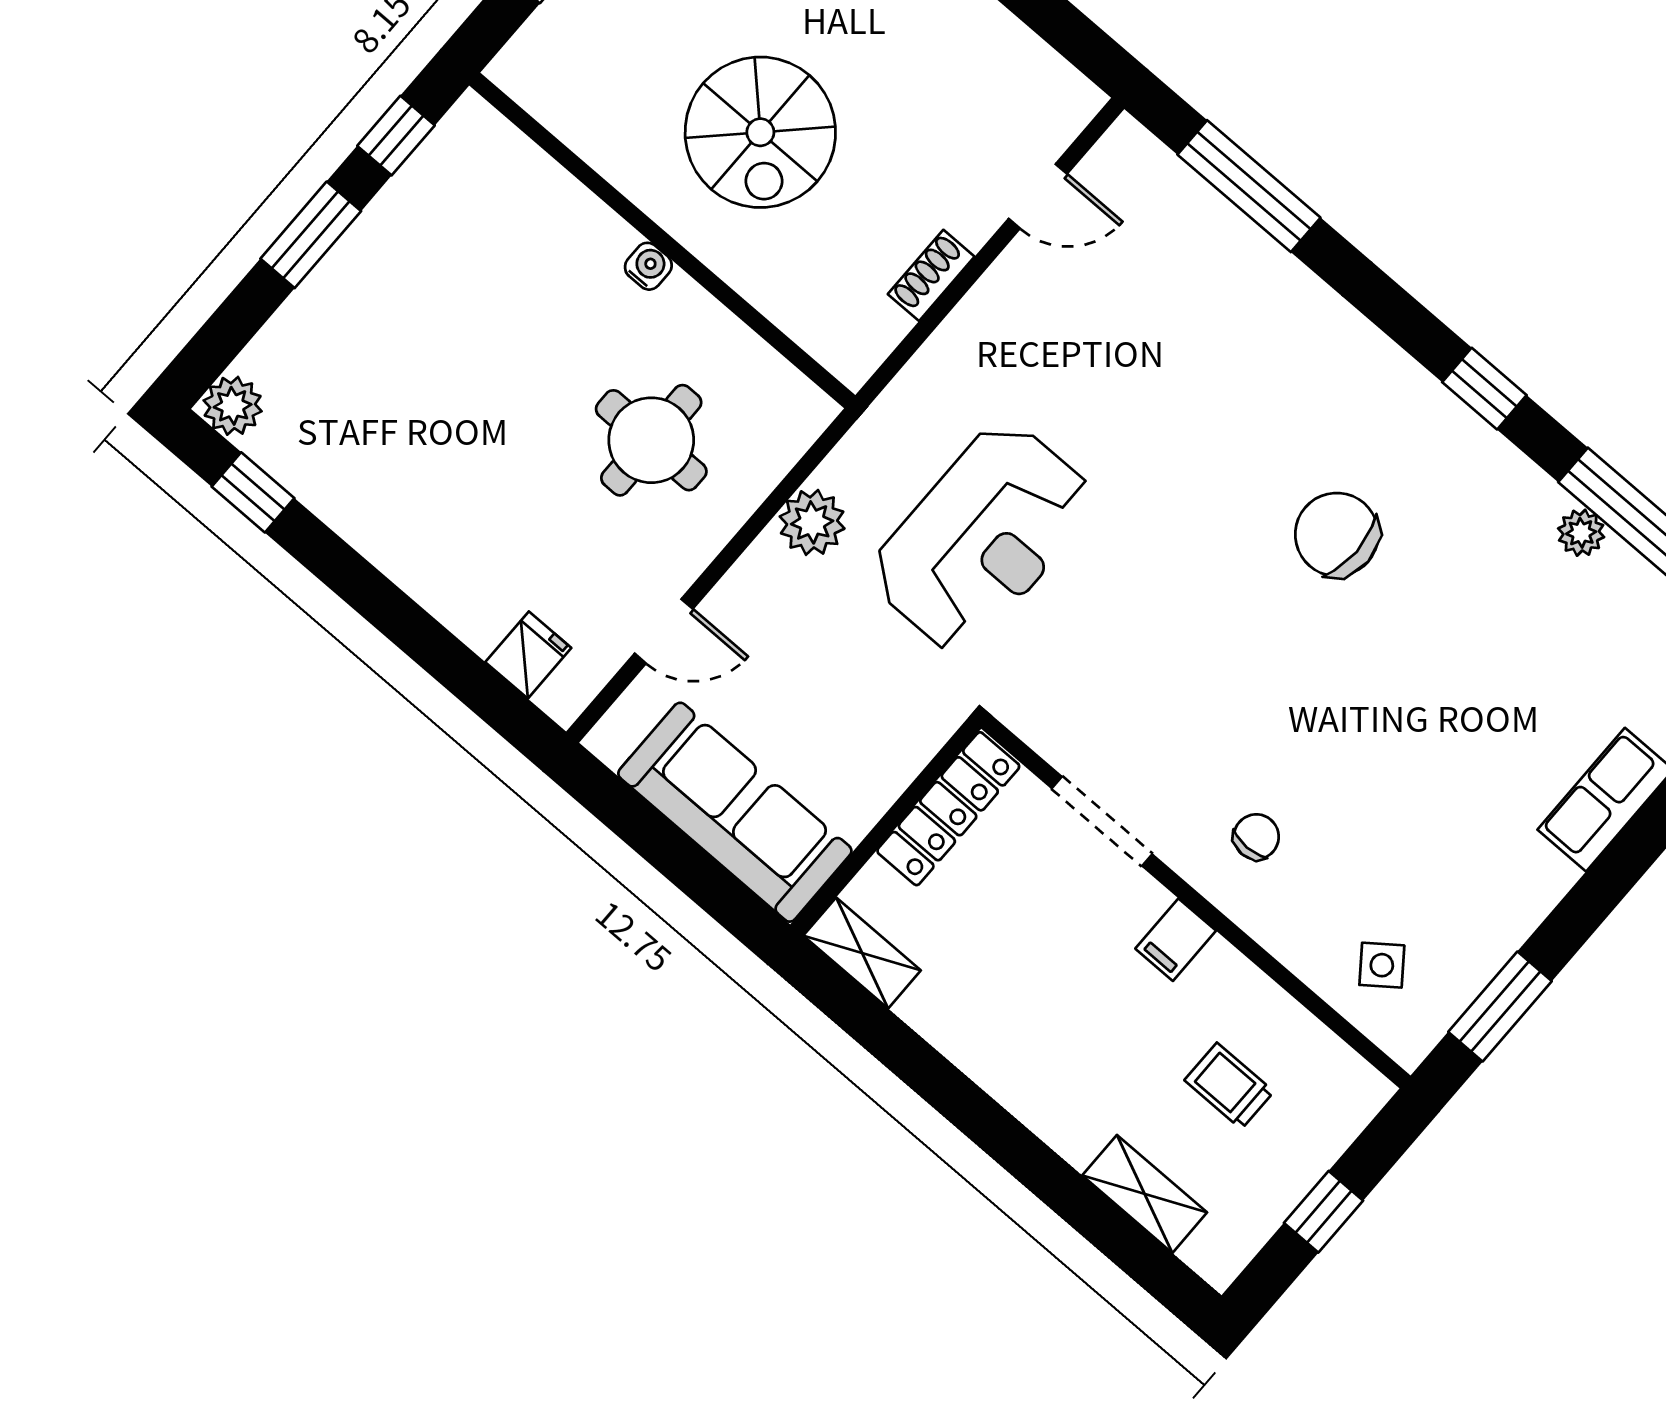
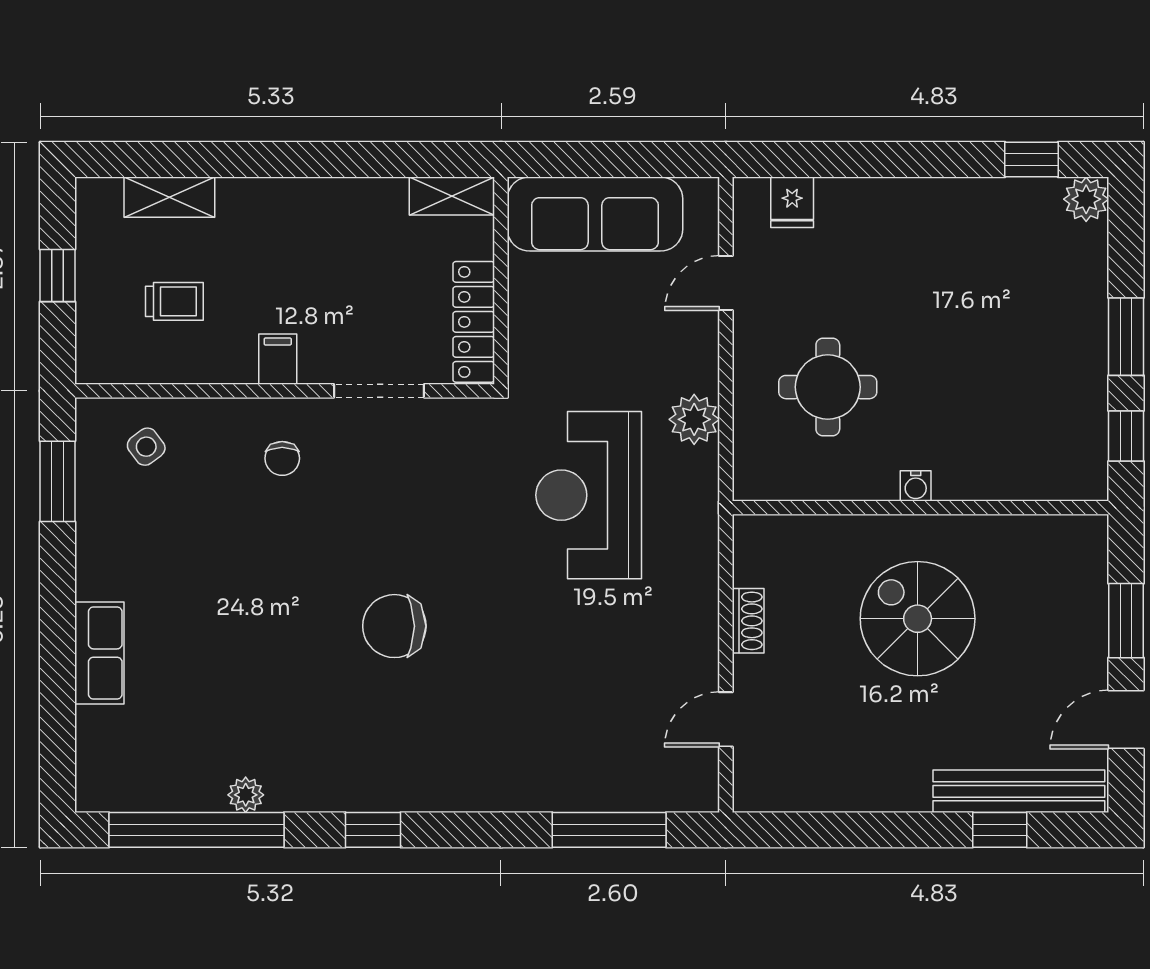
chair: (1337, 534) -> (394, 626), moved, turned 180

